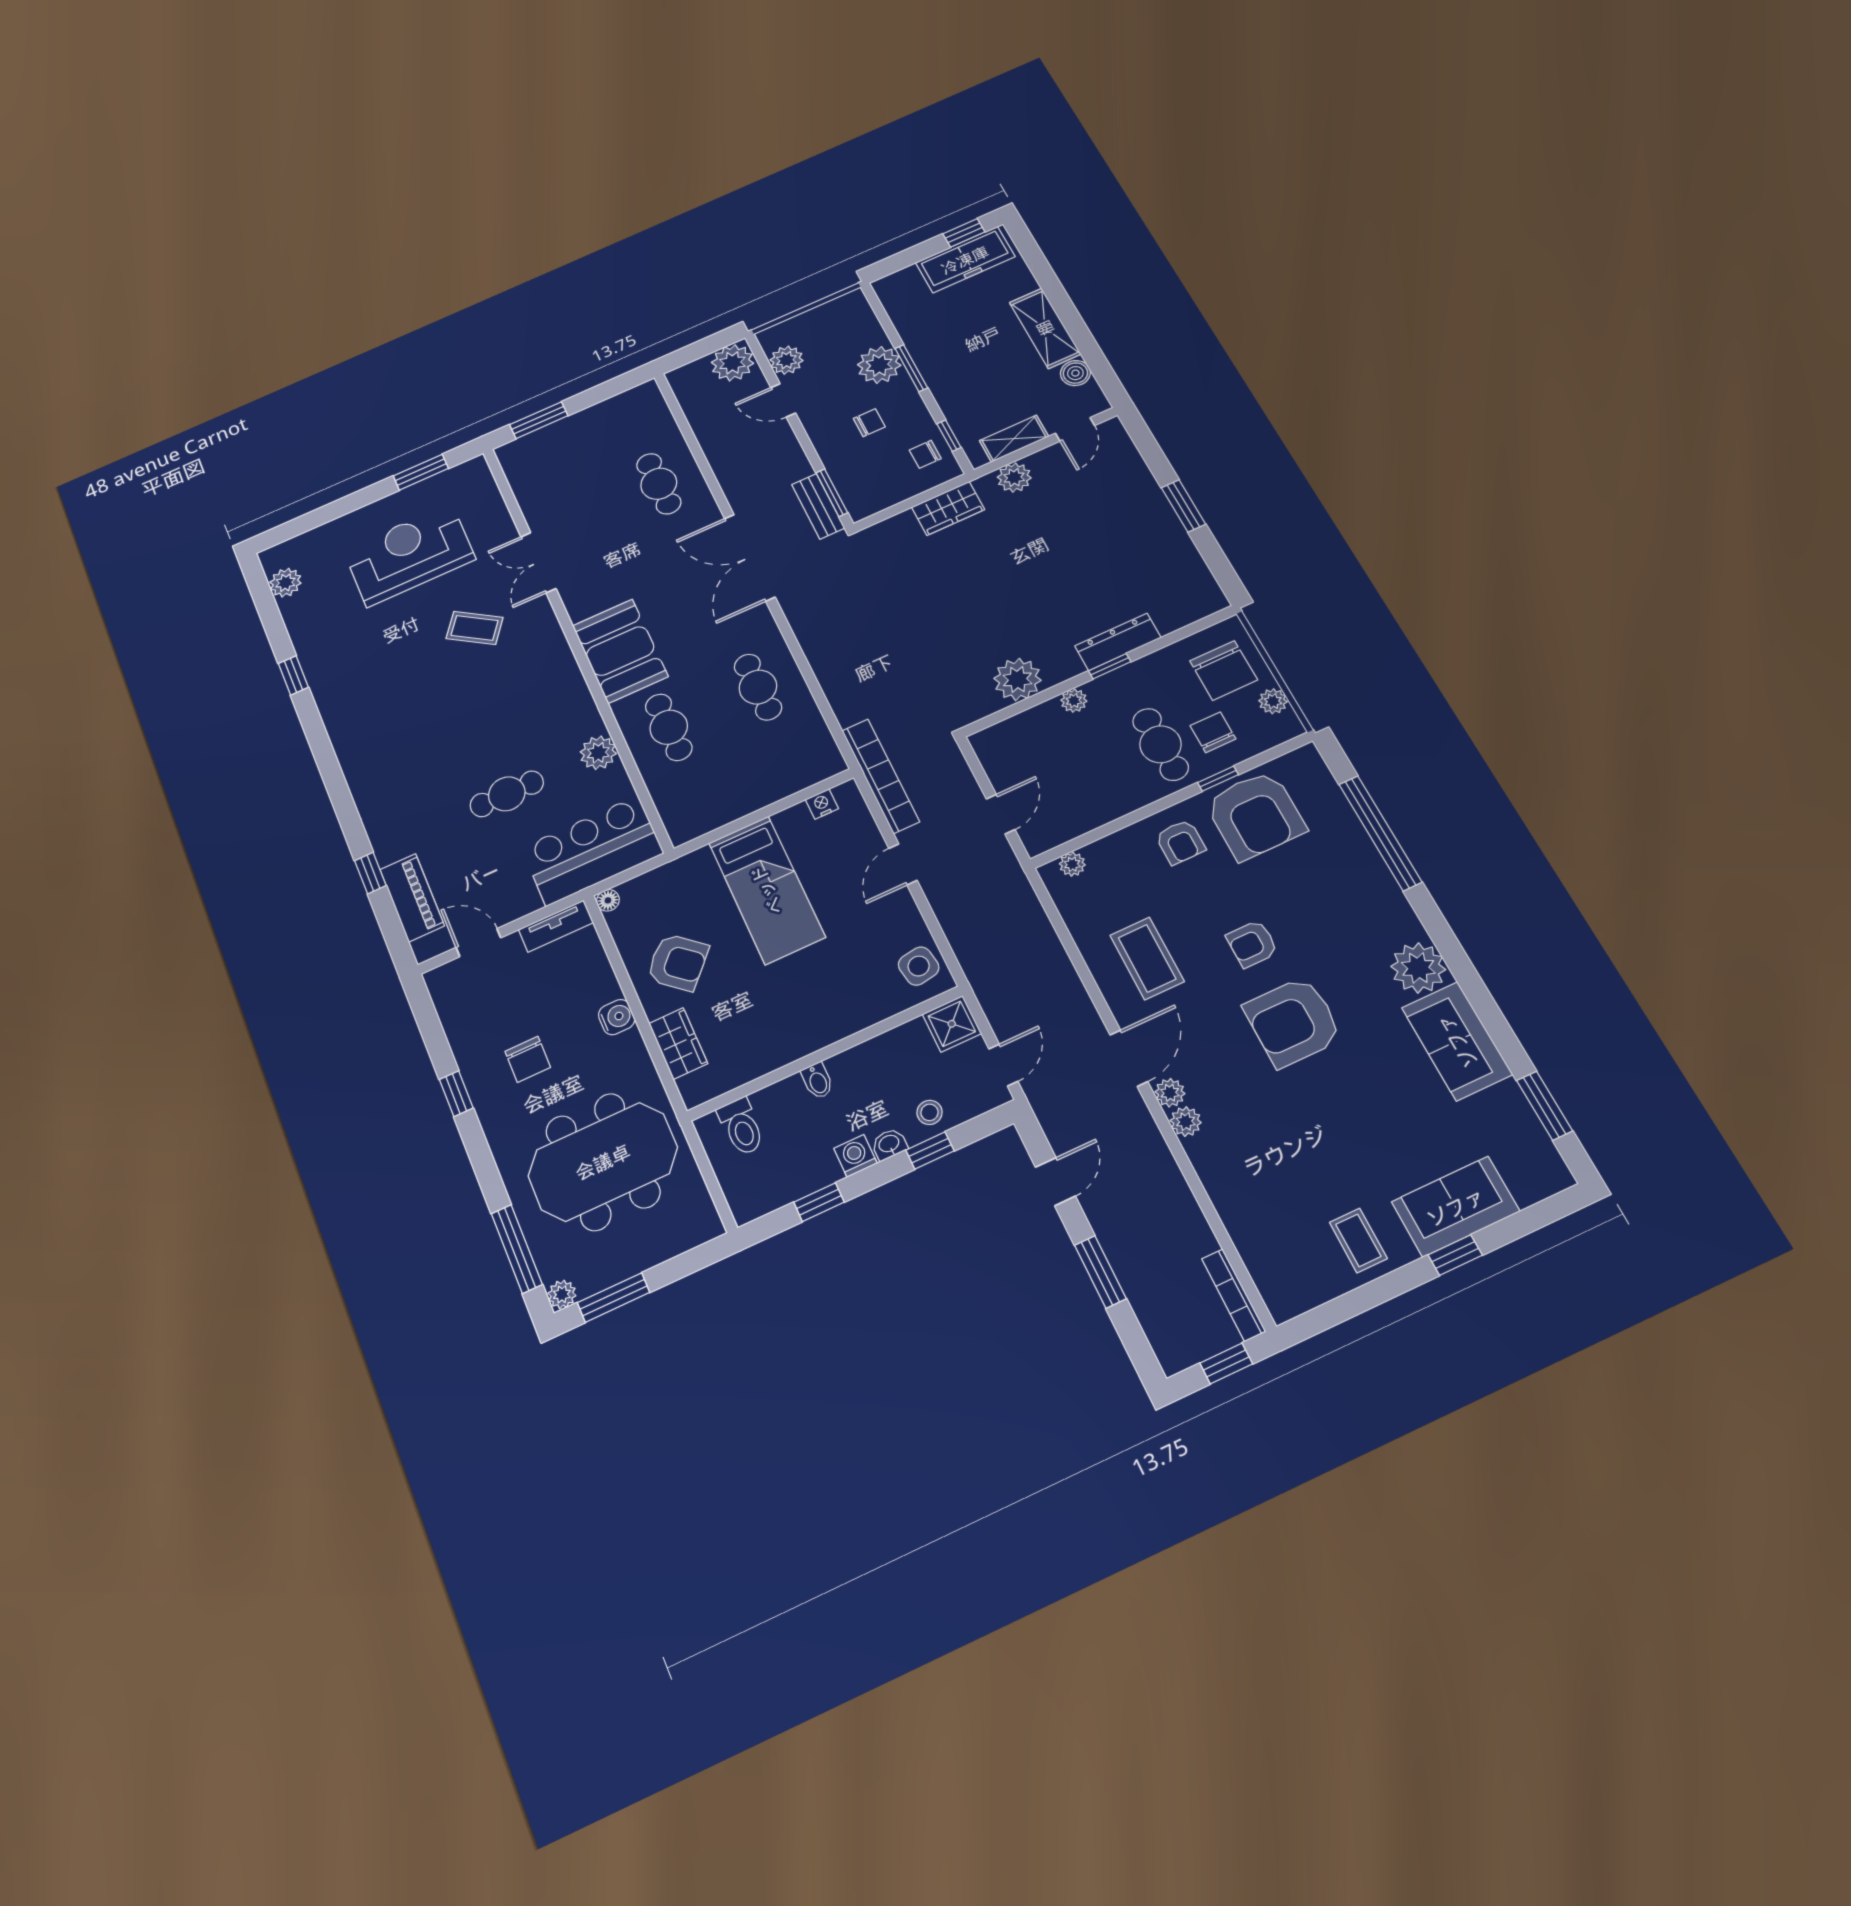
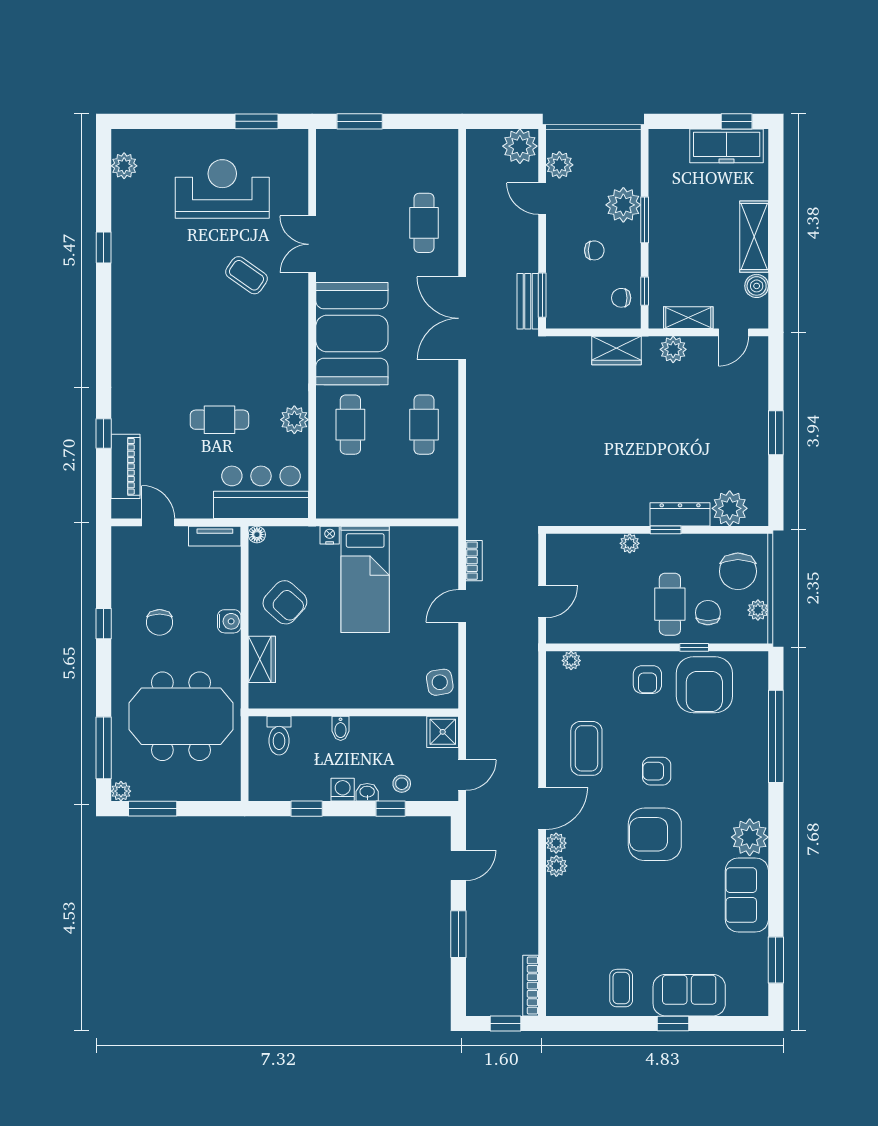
booth: (620, 651) -> (352, 334), width x1.36, depth x1.42
plant: (1017, 679) -> (730, 508), moved
bookcase: (881, 776) -> (474, 561), width x0.43, depth x0.76
nightstand: (822, 804) -> (330, 535), moved

